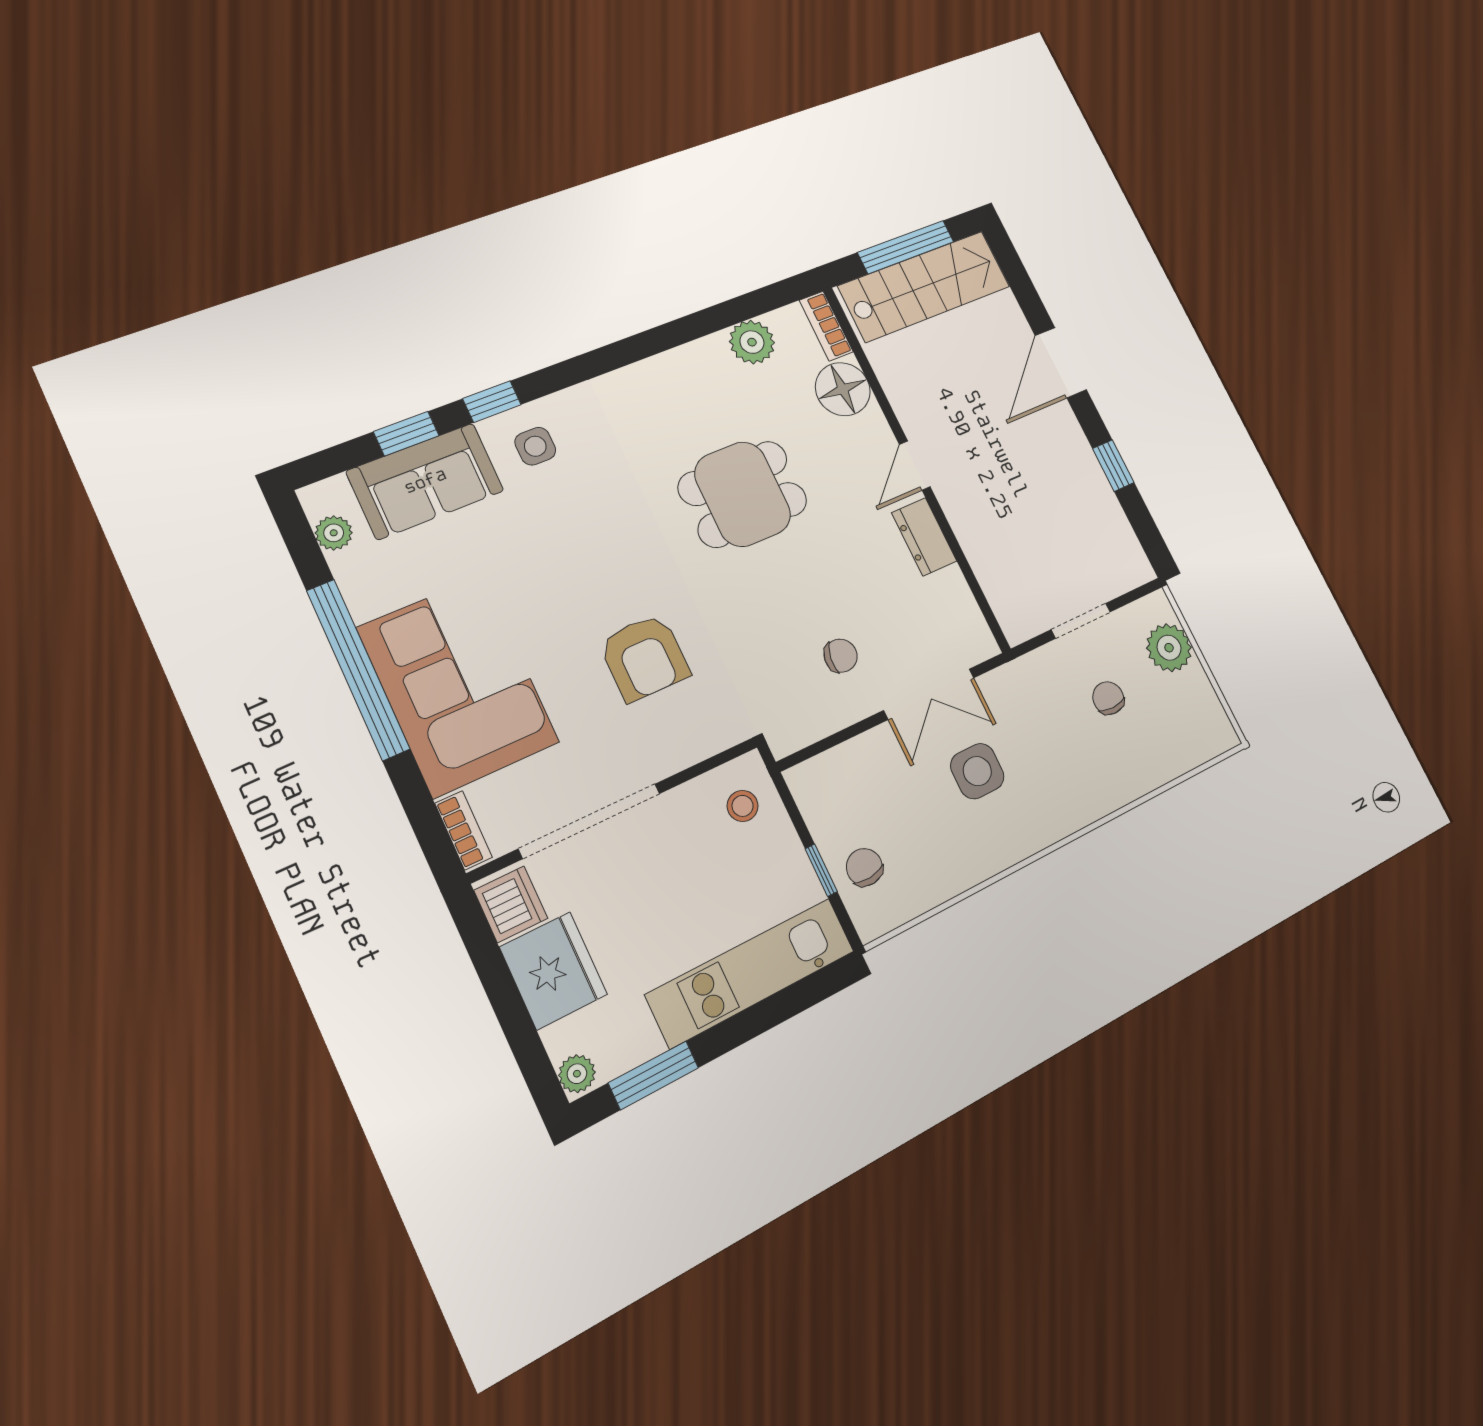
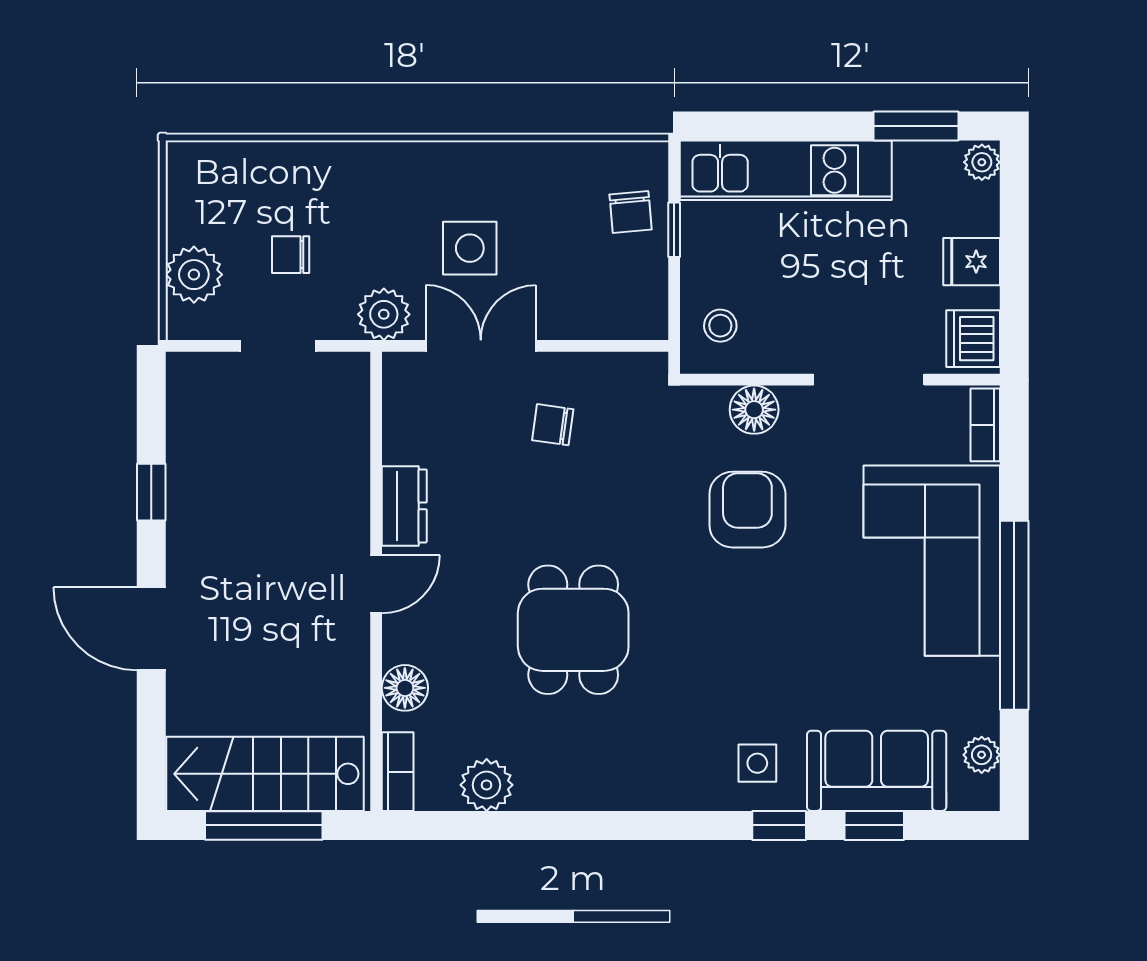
door: (1061, 363) -> (151, 629), swing flipped
floor lamp: (843, 389) -> (405, 688), width x0.73, depth x0.73
dining table: (743, 494) -> (573, 630), turned 90
plant: (1016, 684) -> (384, 314), added
chair: (1108, 698) -> (291, 255), turned 90
floor lamp: (679, 746) -> (754, 410), added
doorway: (590, 821) -> (869, 380), width x0.73
fridge: (553, 971) -> (972, 262), width x0.53, depth x0.75

